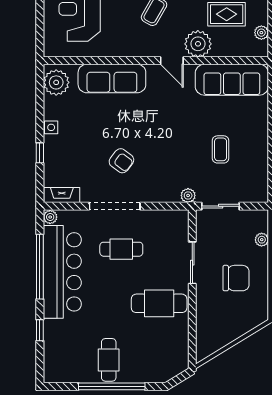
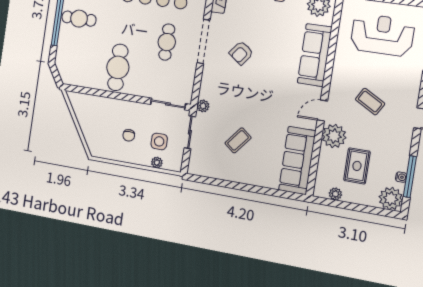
coffee table: (221, 149) -> (238, 140), turned -51
side table: (237, 241) -> (159, 141), added
sliding door: (192, 263) -> (168, 104), moved
chair: (236, 278) -> (129, 135), width x0.54, depth x0.54

